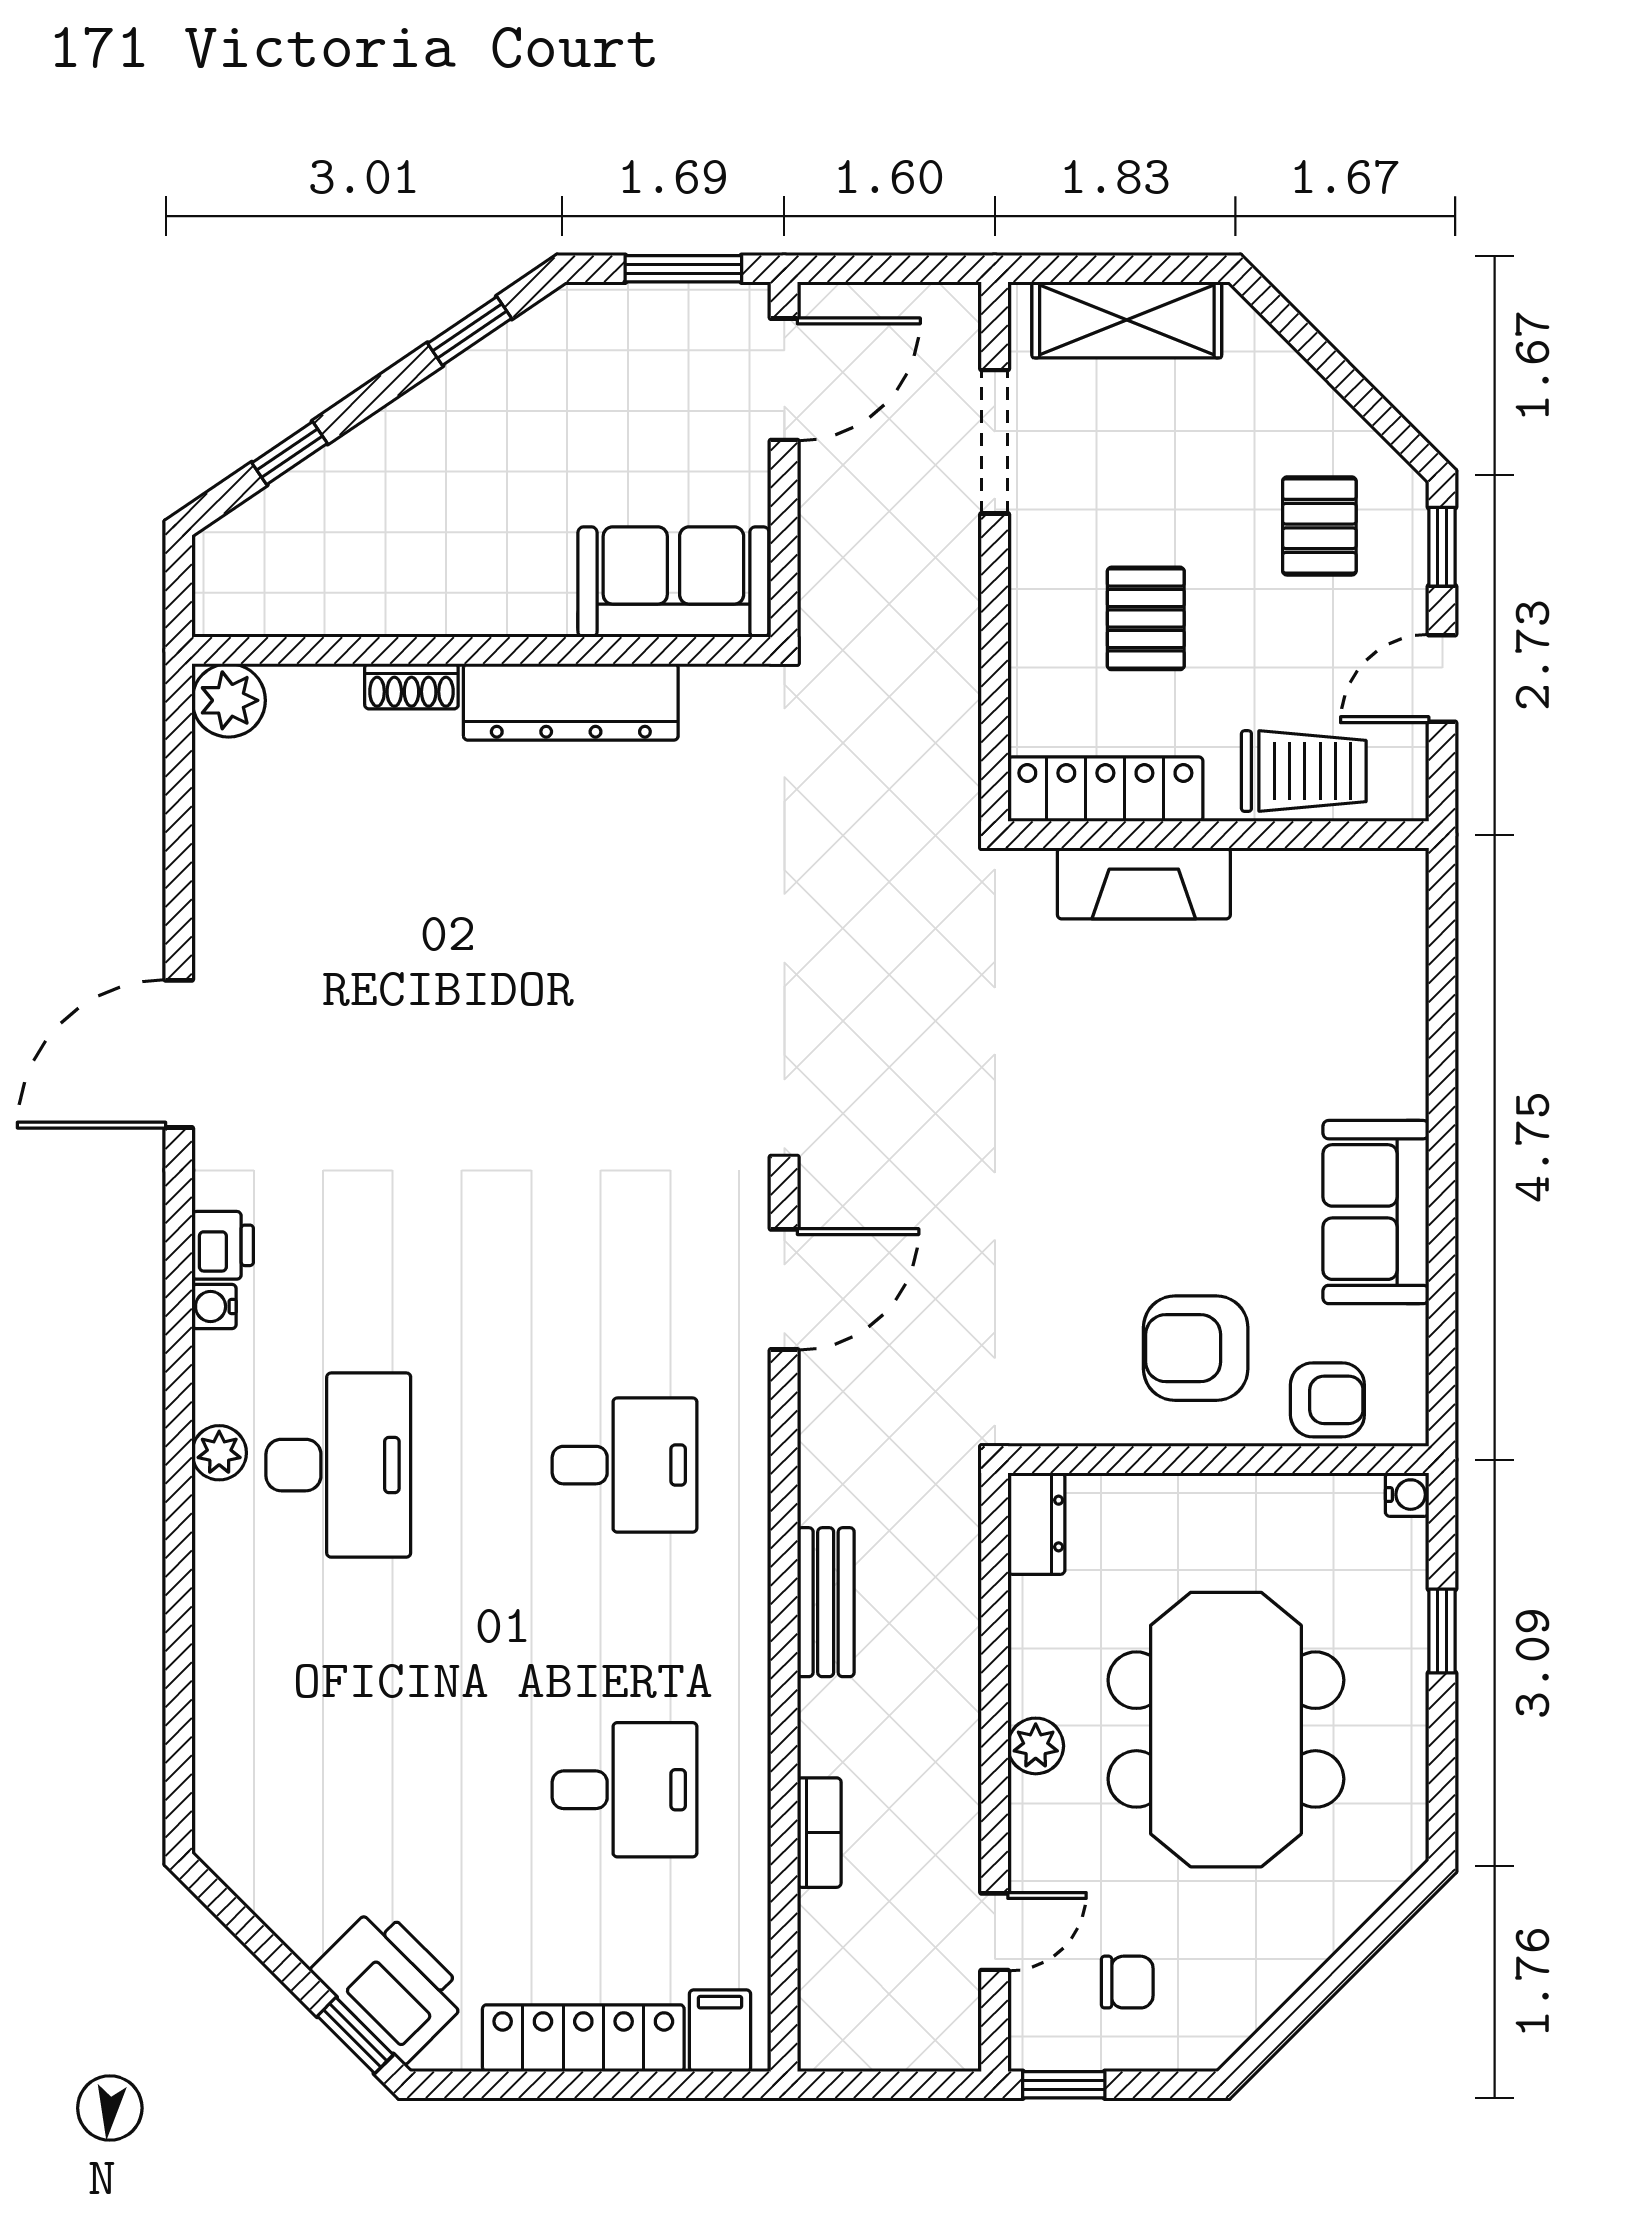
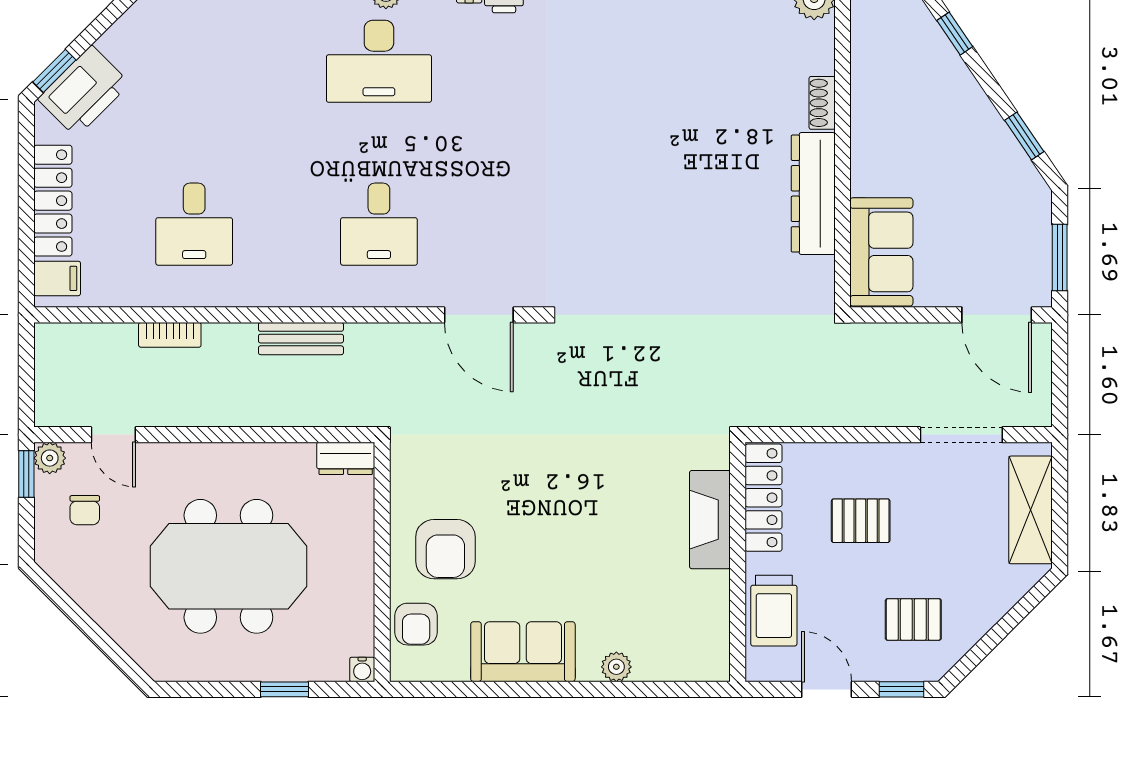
plant: (1403, 1048) -> (616, 667), added
armchair: (1196, 1348) -> (445, 549), turned 180
plant: (1036, 1746) -> (50, 458), moved

